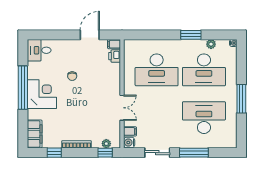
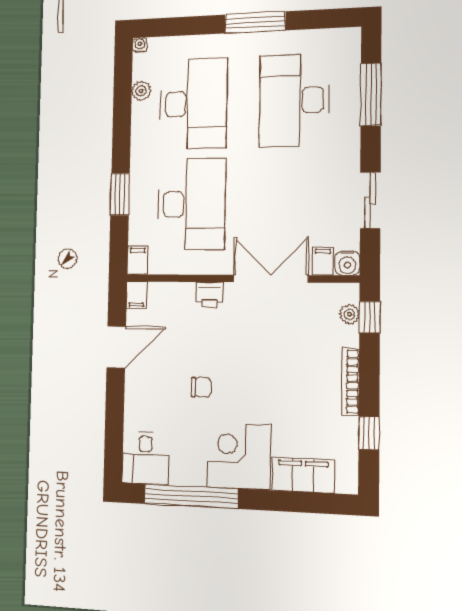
door: (90, 35) -> (116, 347), swing flipped
window: (191, 35) -> (120, 194), moved
filing cabinet: (130, 44) -> (138, 260), added
printer: (115, 56) -> (210, 295), moved
window: (23, 88) -> (191, 496), moved
double door: (122, 108) -> (271, 279), width x1.37
filing cabinet: (35, 134) -> (303, 475), moved
window: (194, 153) -> (371, 94), moved

